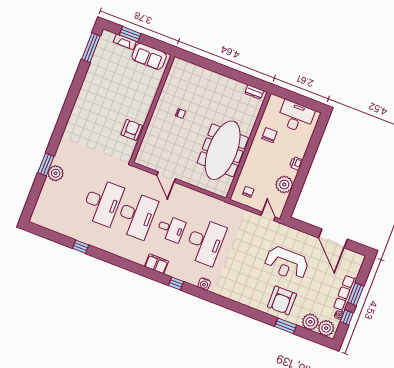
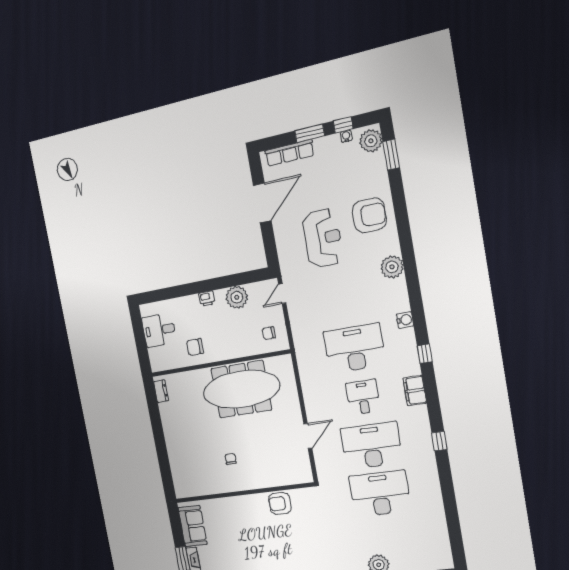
desk: (296, 117) -> (159, 330), width x0.73
window: (81, 247) -> (439, 441), moved
row of seats: (345, 293) -> (290, 153), moved
plant: (310, 322) -> (392, 267), moved
window: (286, 326) -> (391, 155), moved

